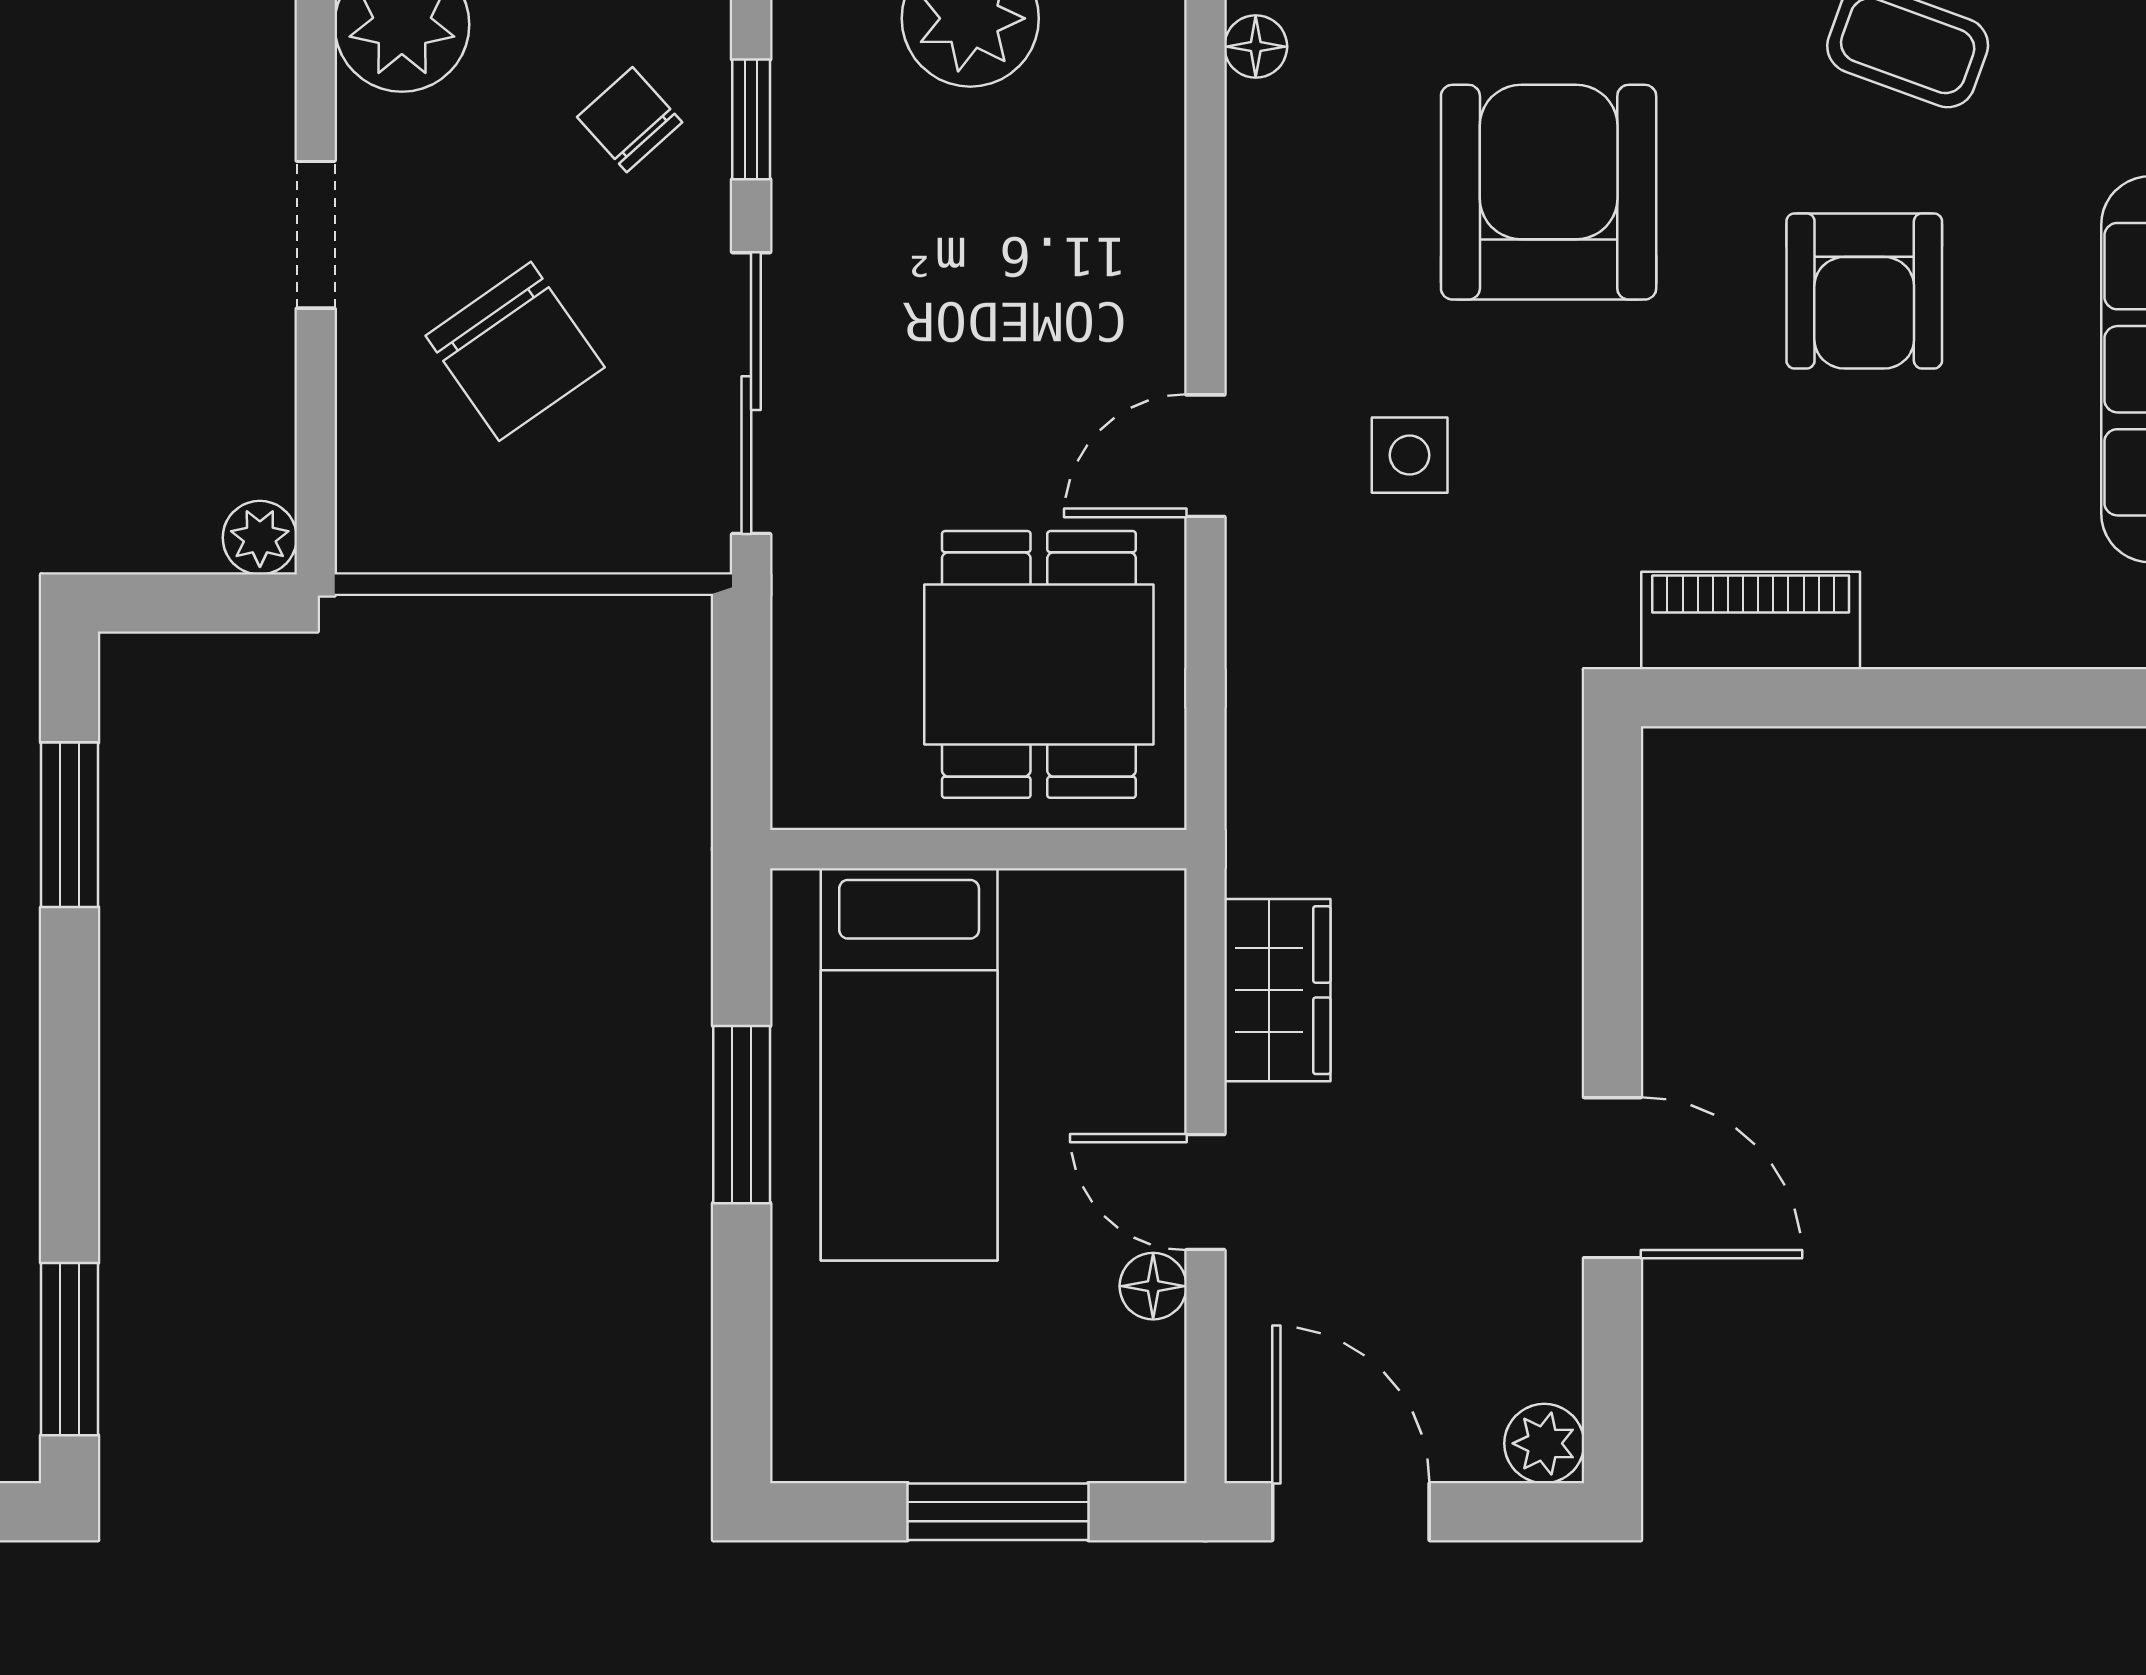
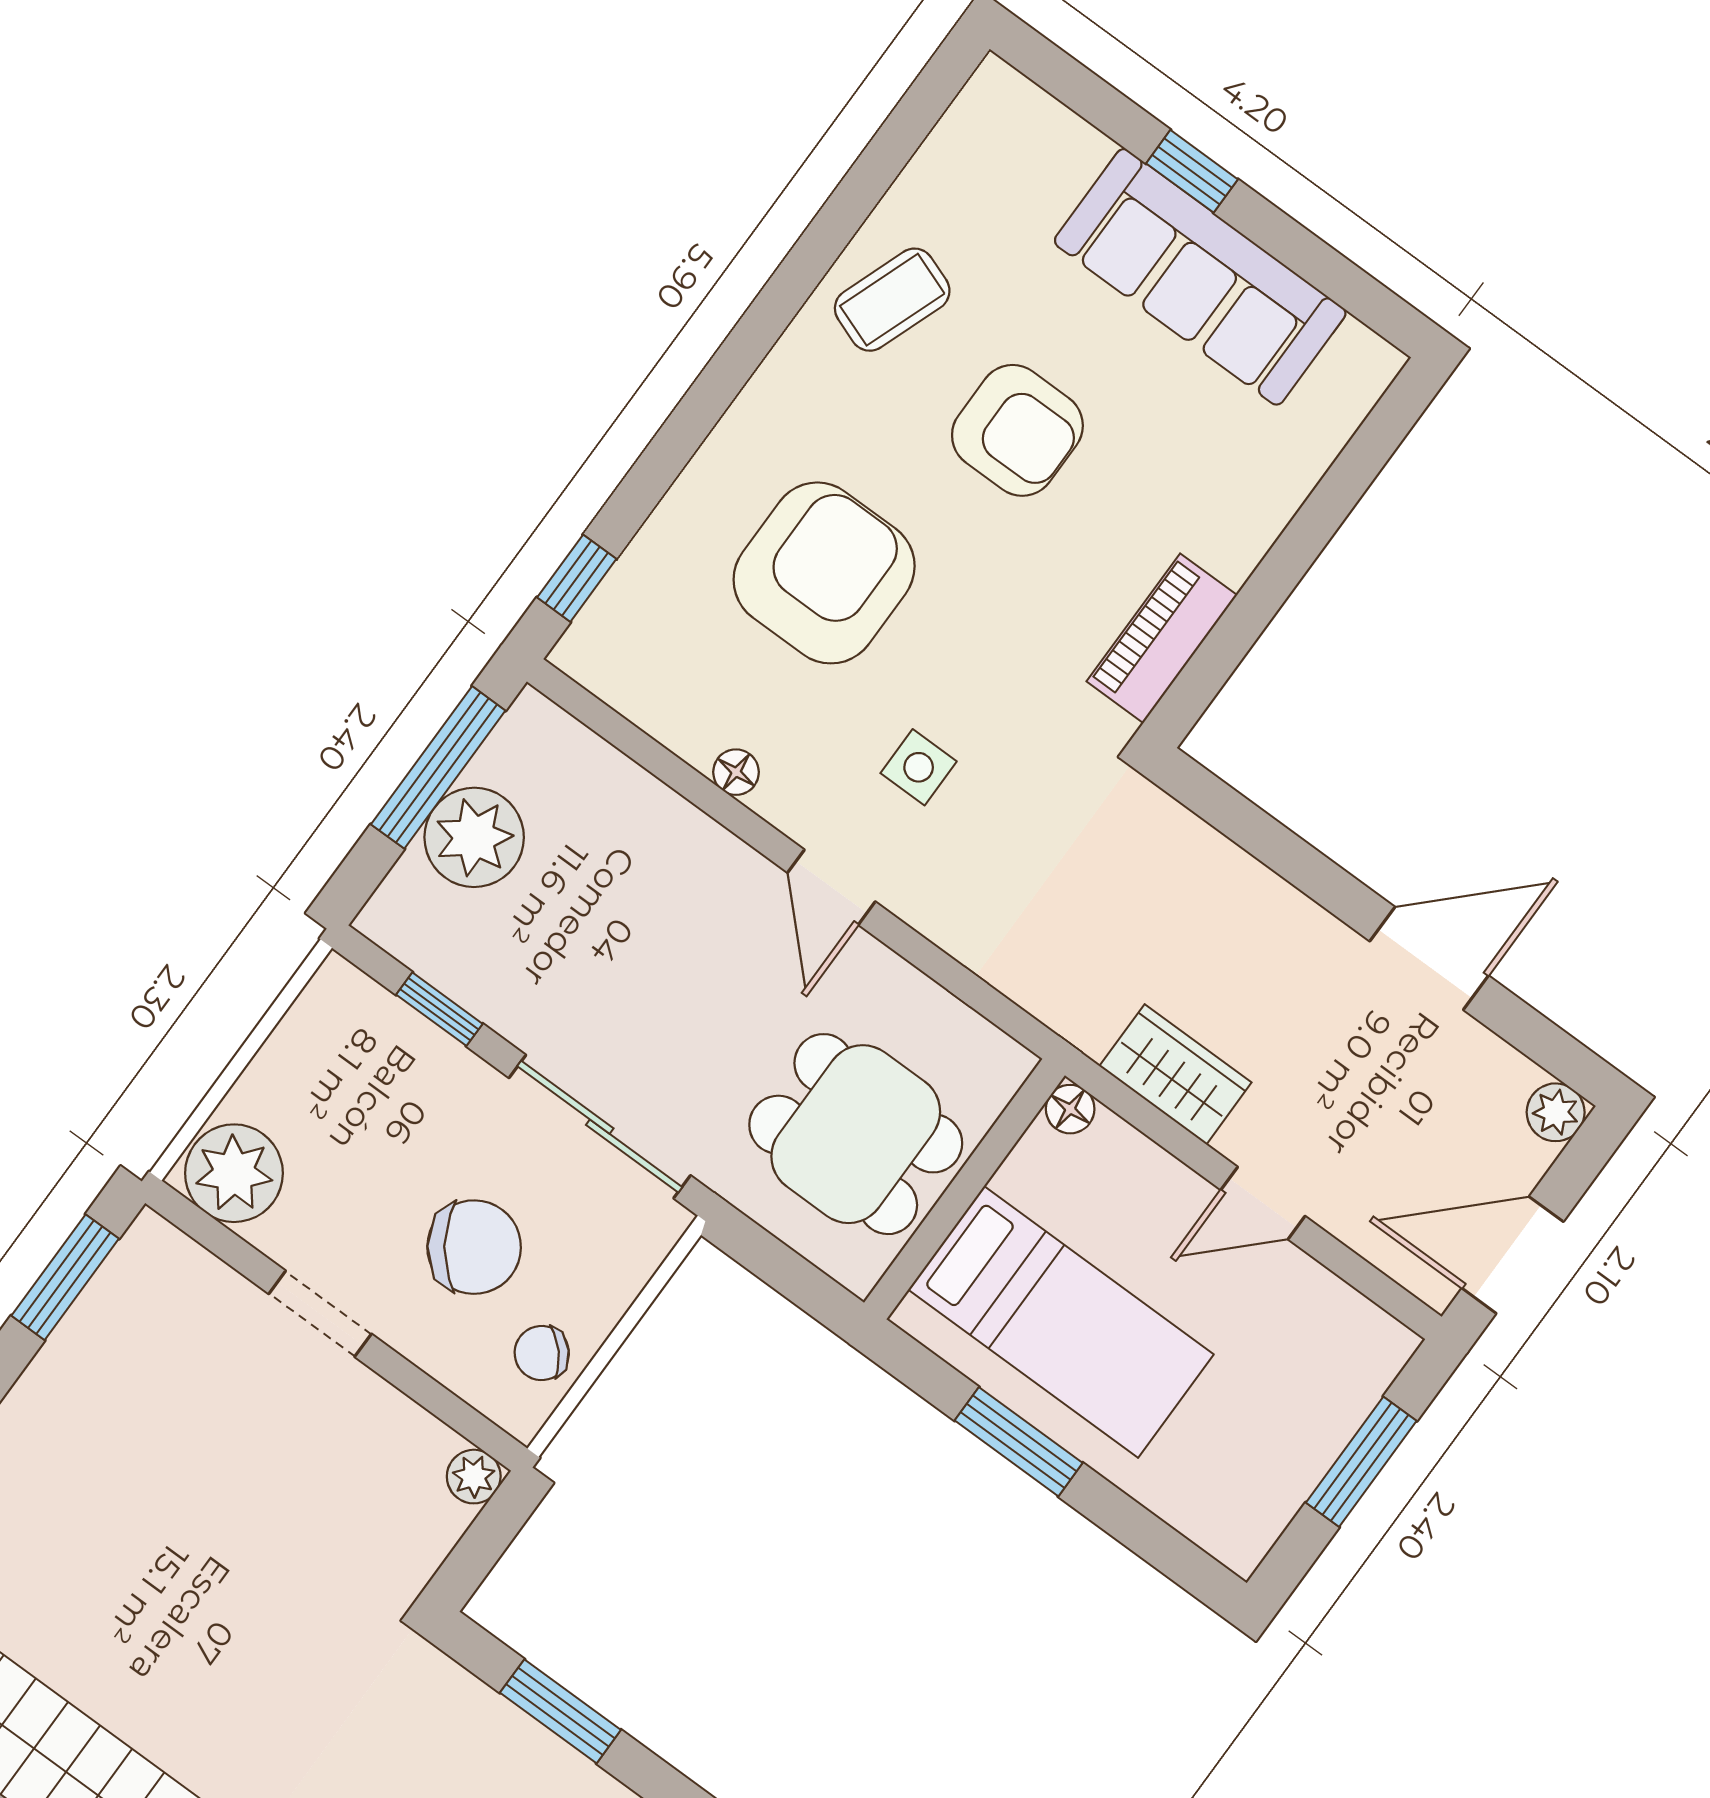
floor lamp: (1256, 47) -> (736, 772), moved
chair: (630, 120) -> (542, 1353), moved
armchair: (1549, 192) -> (824, 573), turned 90
dining table: (1039, 664) -> (856, 1134), moved
floor lamp: (1153, 1286) -> (1070, 1109), moved

